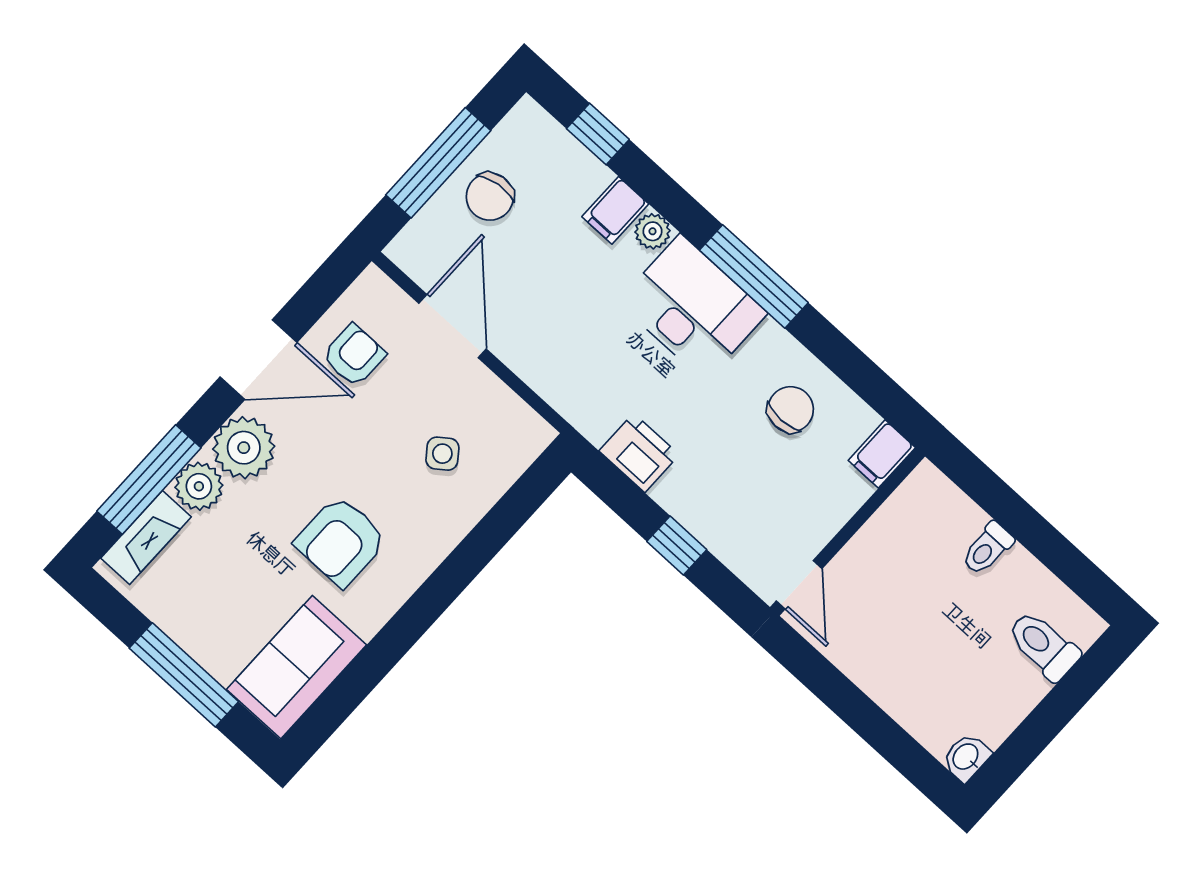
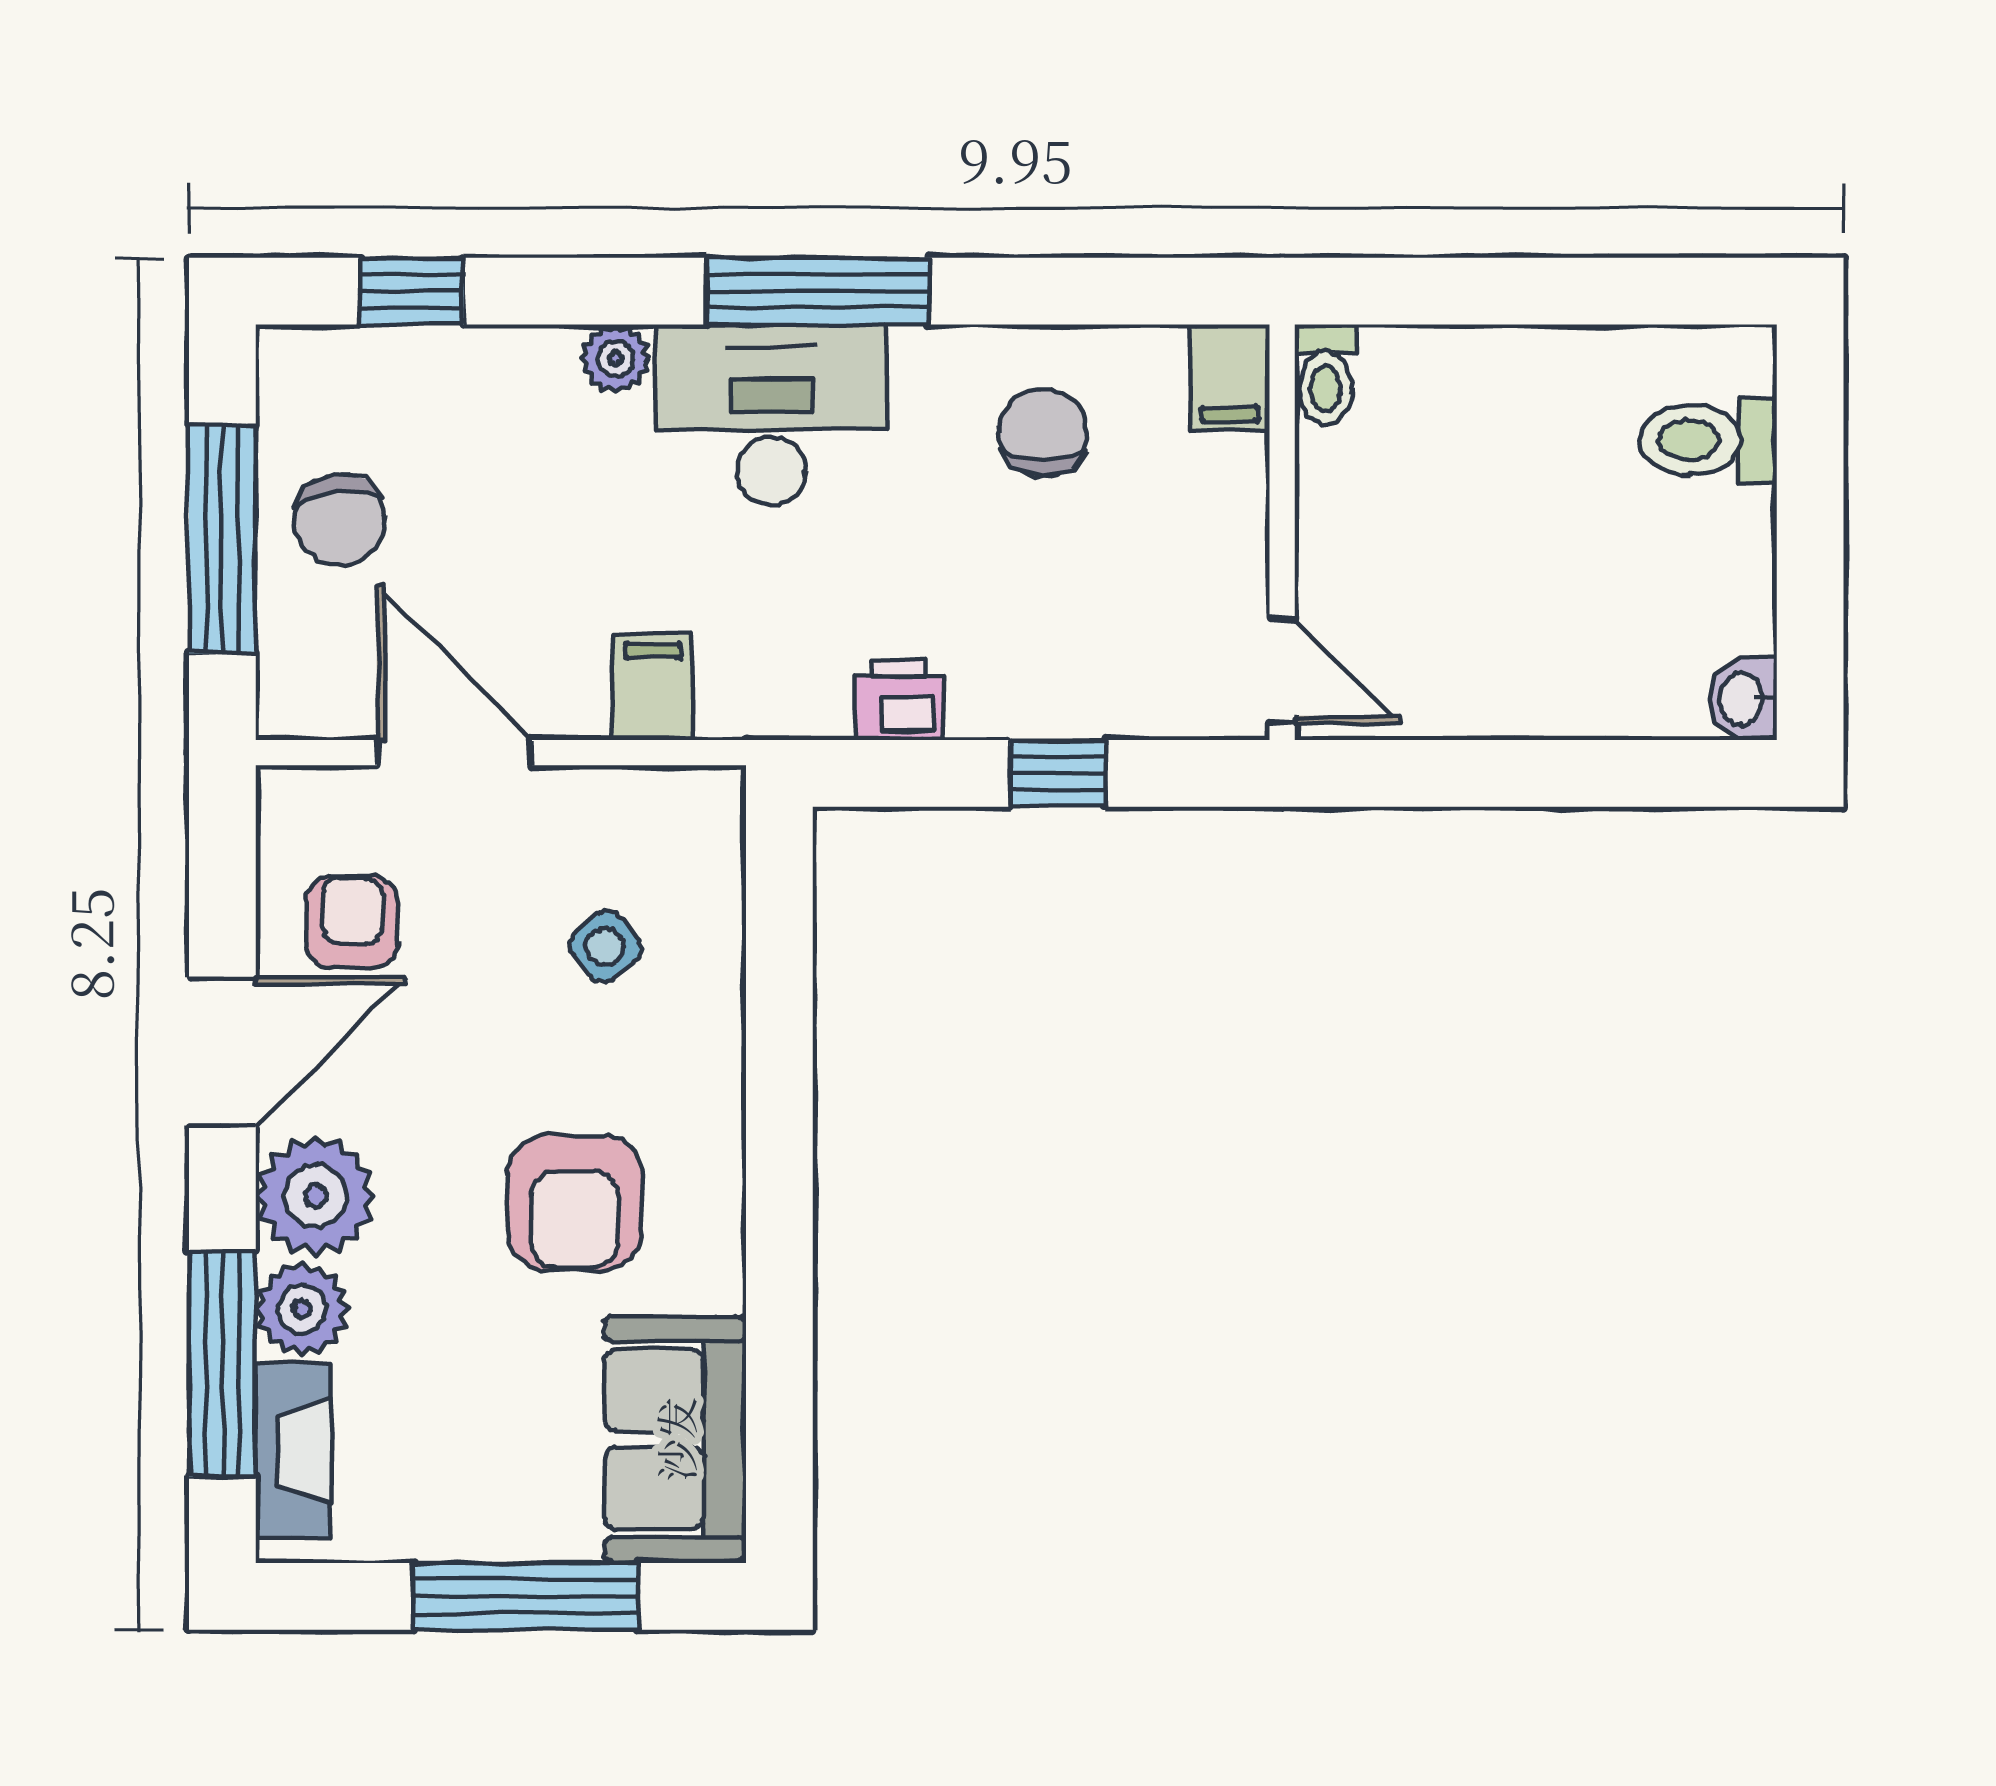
filing cabinet: (615, 210) -> (653, 688), moved, turned 180
printer: (639, 453) -> (900, 700), width x0.73, depth x0.81
toilet: (987, 549) -> (1326, 375), moved

